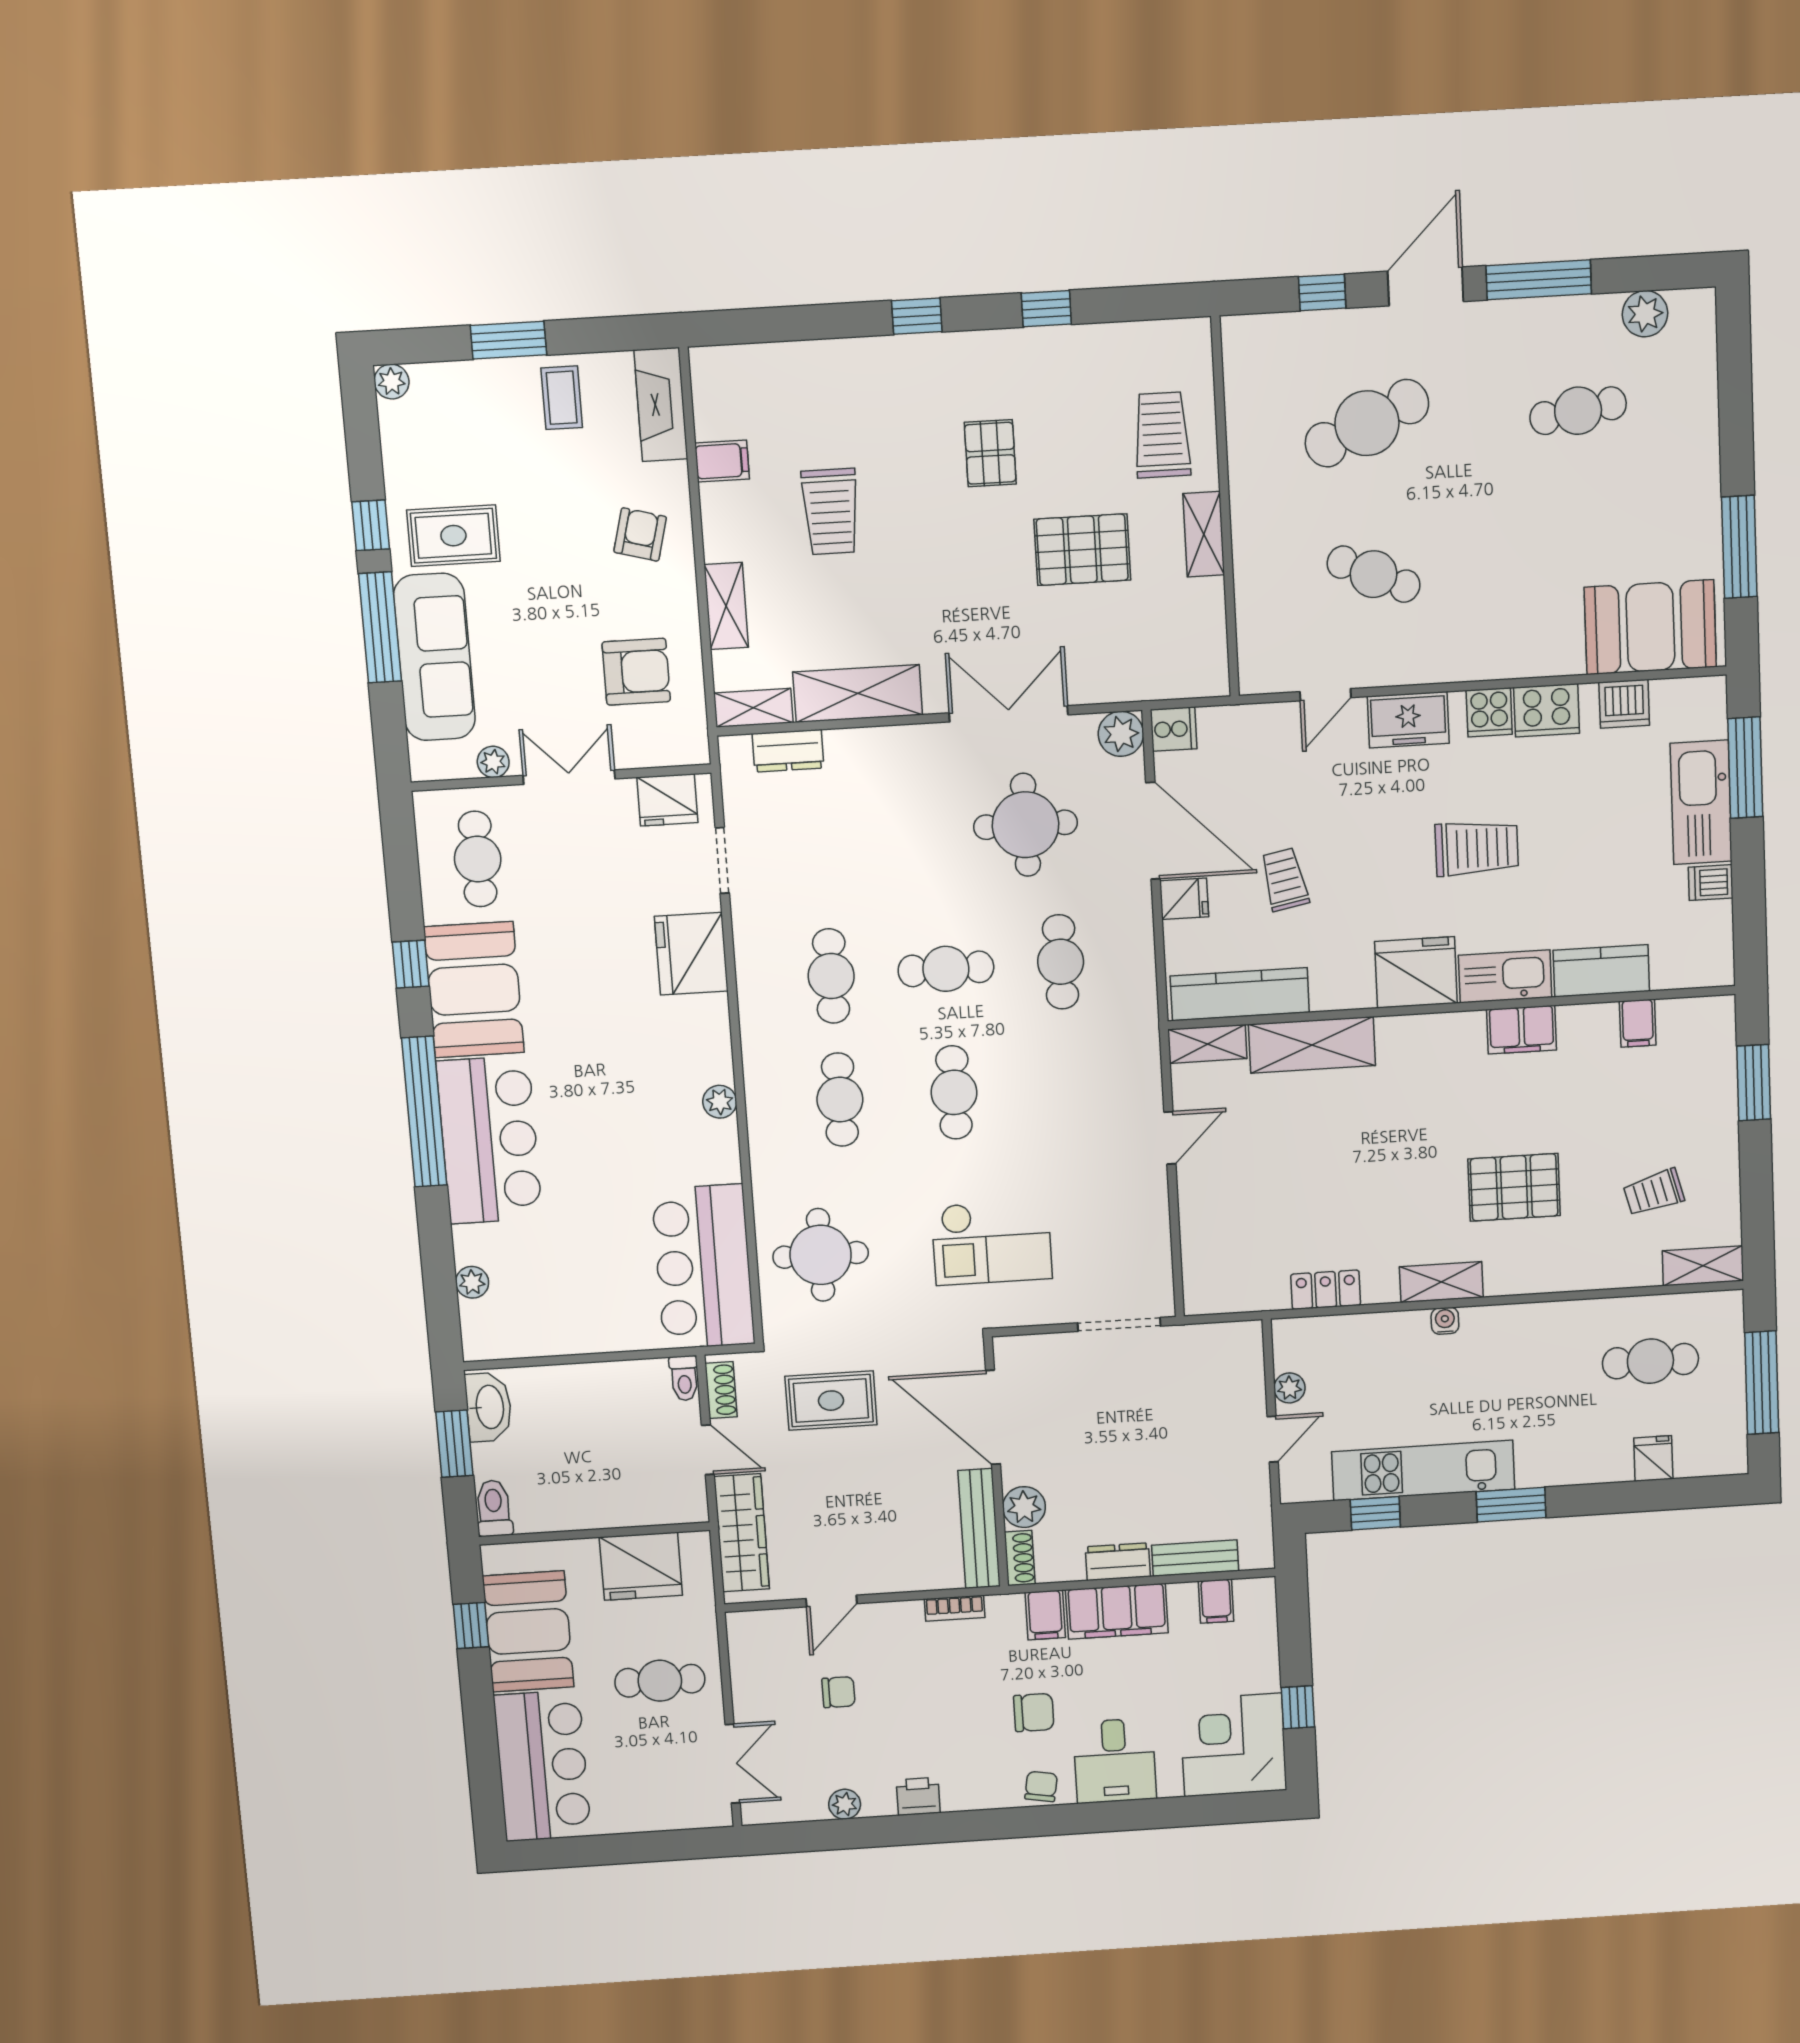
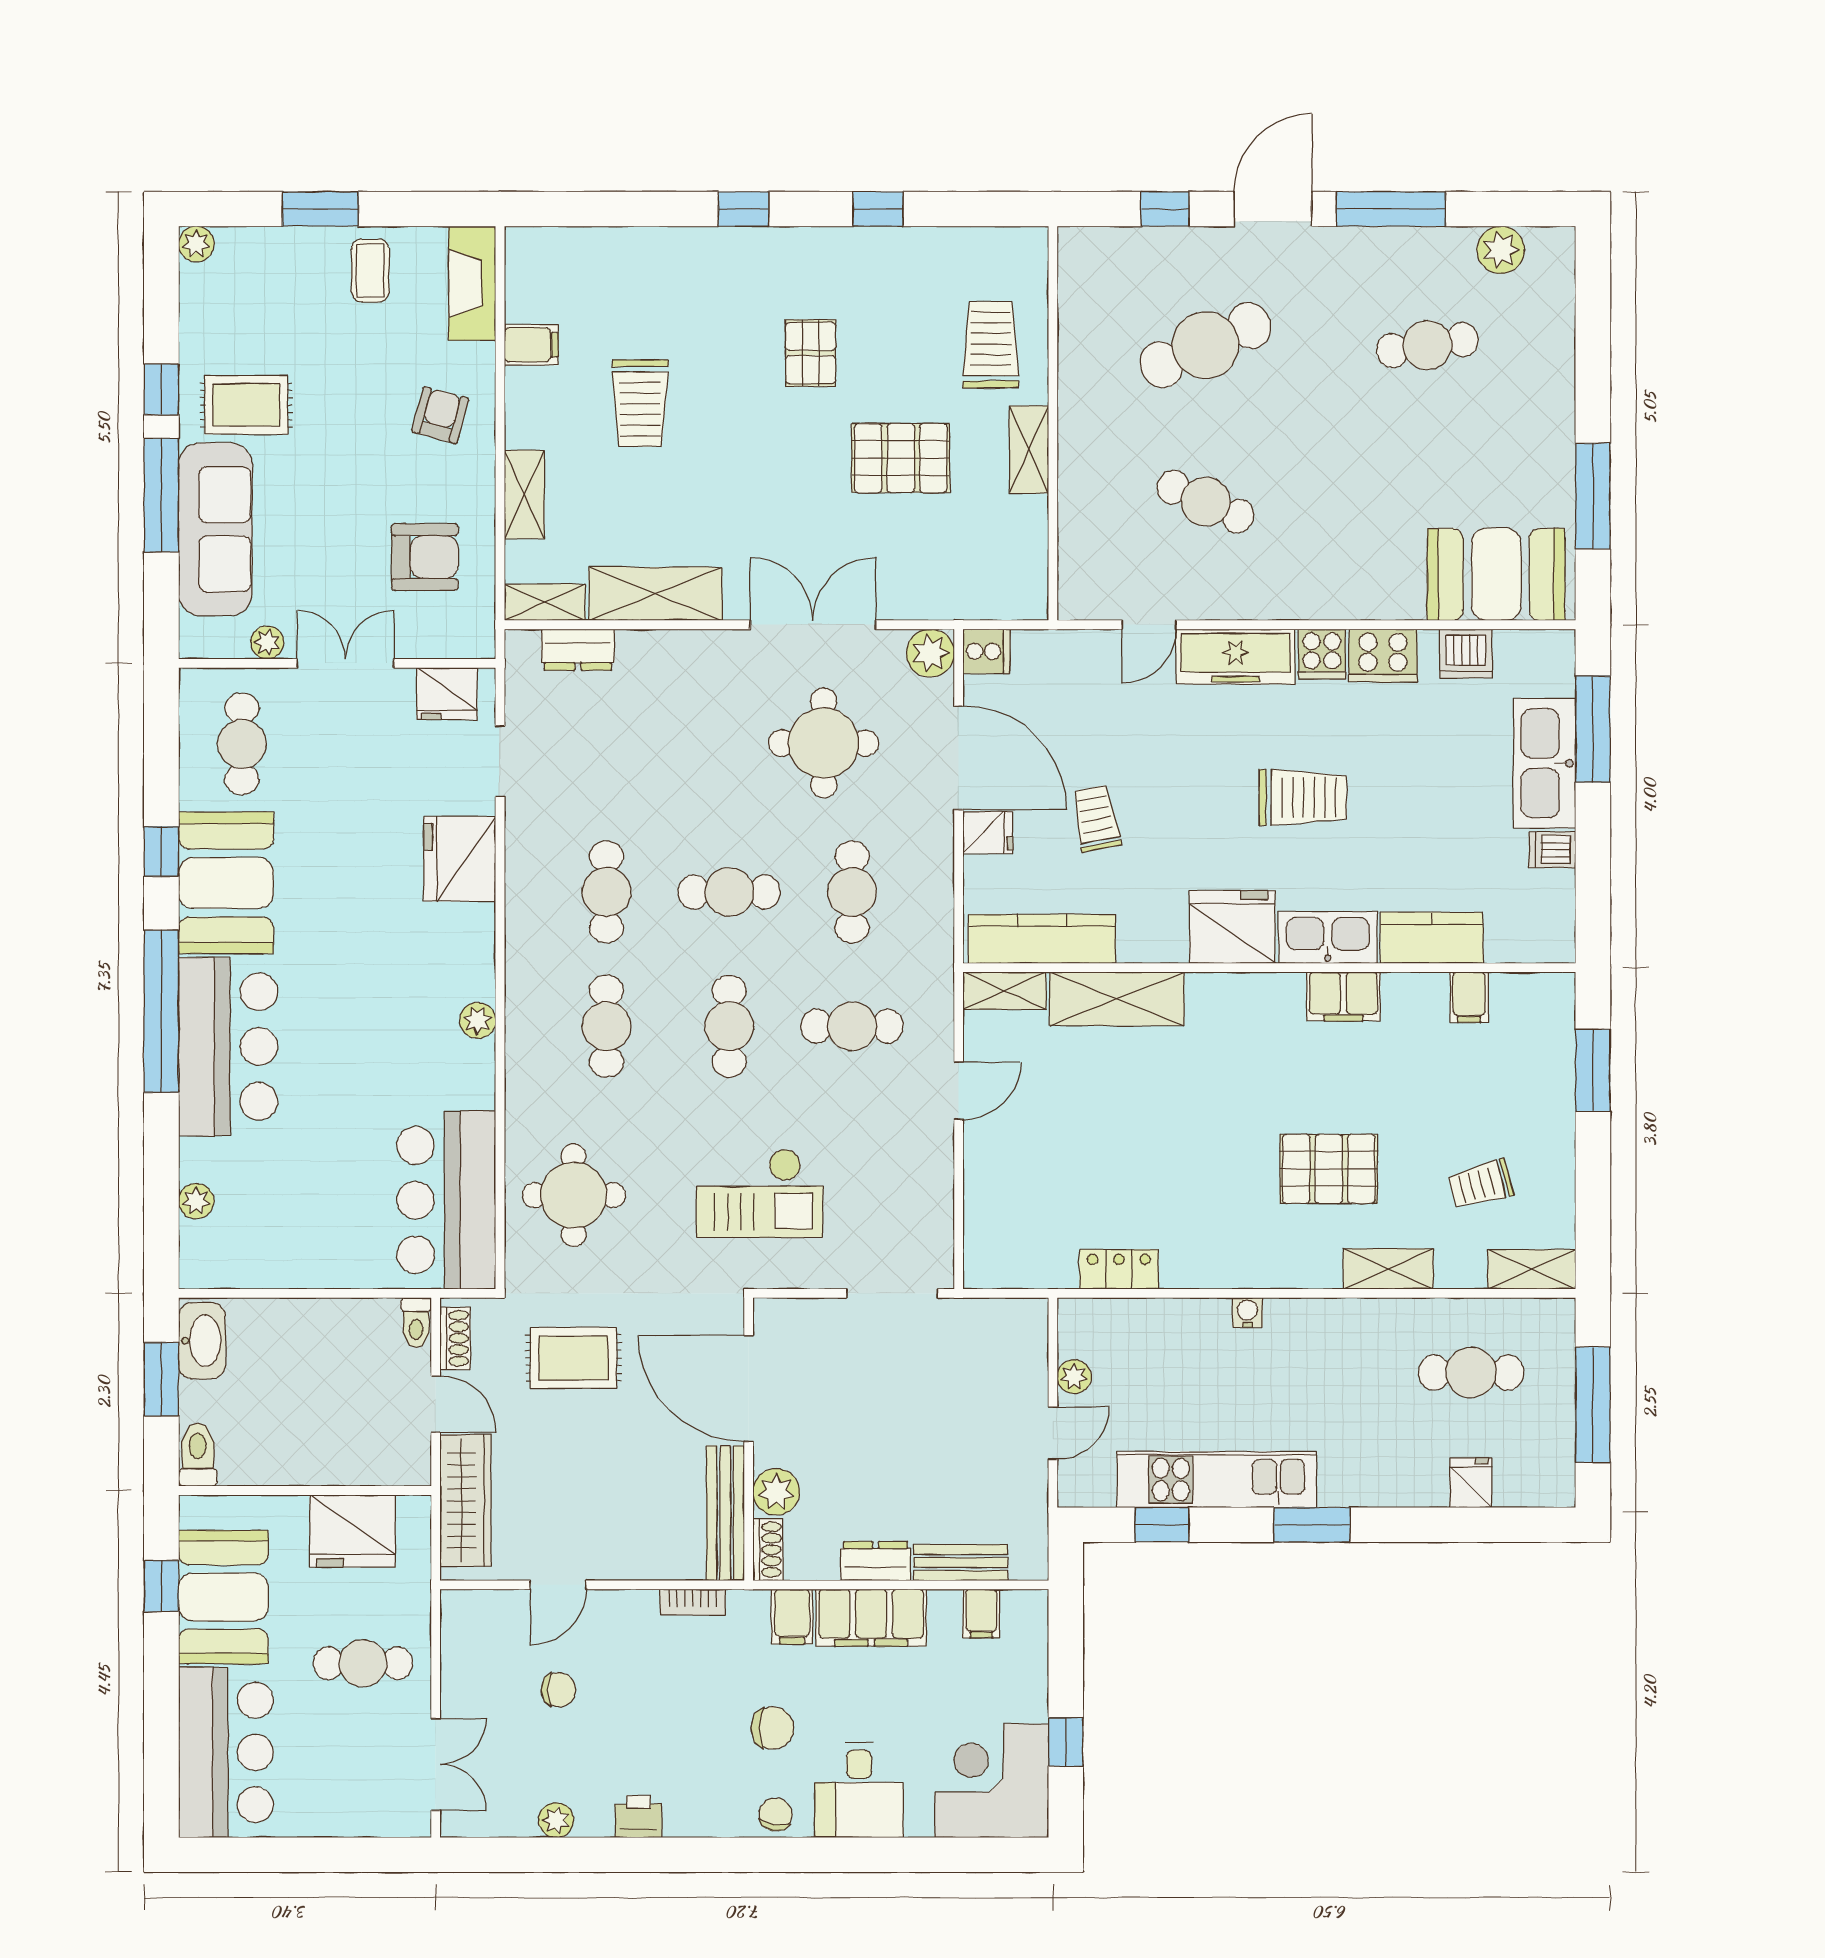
freezer: (1408, 720) -> (1236, 657), width x1.40
cafe table: (1068, 1085) -> (852, 1026), added
shelving: (1441, 1282) -> (1388, 1269), moved

